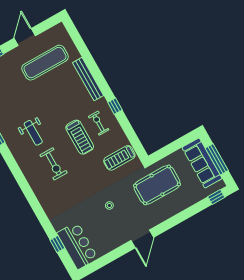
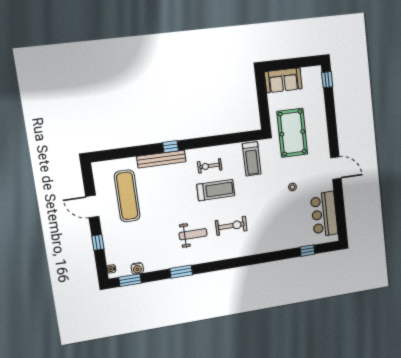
window: (115, 106) -> (170, 147), moved
window: (217, 159) -> (292, 63), removed
sofa: (202, 163) -> (283, 80), width x0.73
bar counter: (77, 246) -> (324, 214), moved, turned -90

